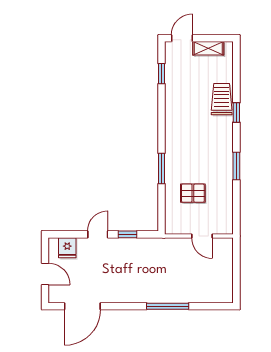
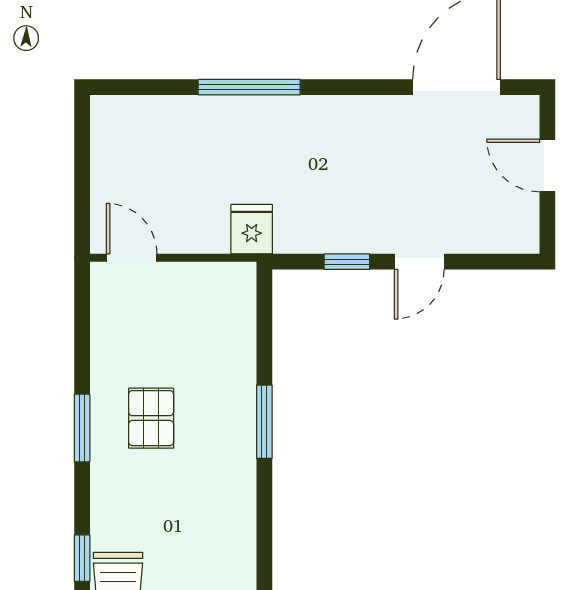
pallet: (193, 193) -> (151, 418), moved, turned 90
door: (202, 236) -> (132, 258), moved
fridge: (67, 248) -> (252, 229), moved

